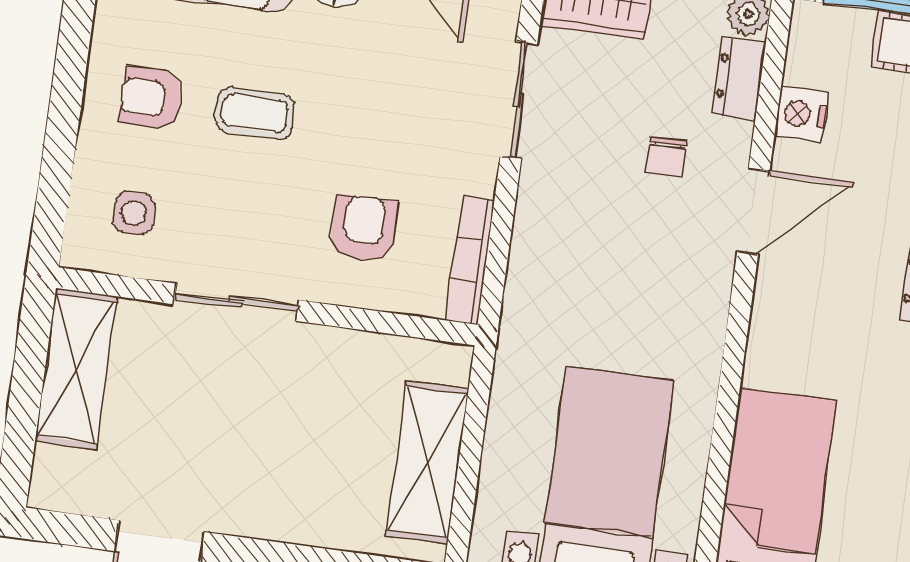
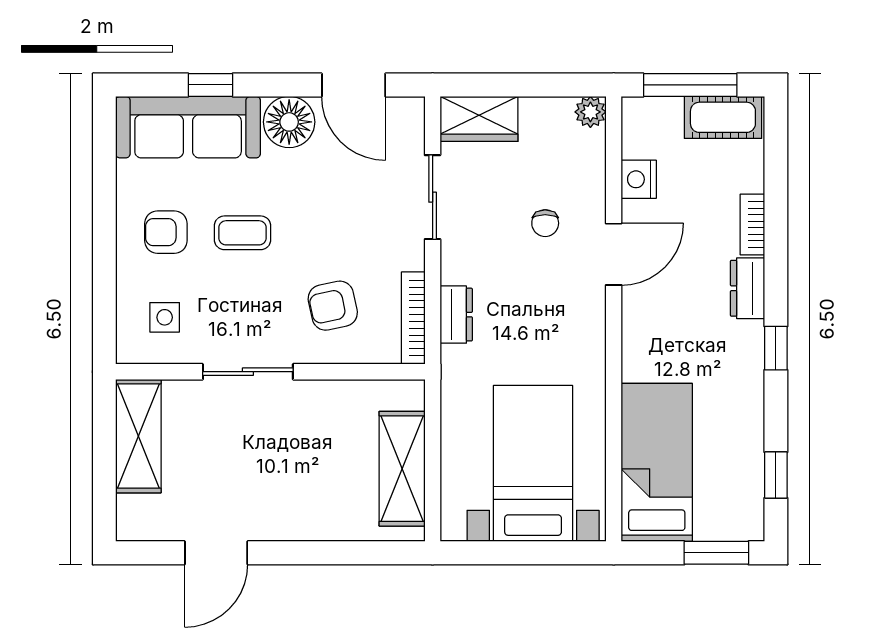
dresser: (739, 78) -> (456, 315), moved, turned 180
armchair: (363, 228) -> (333, 306), turned -102

